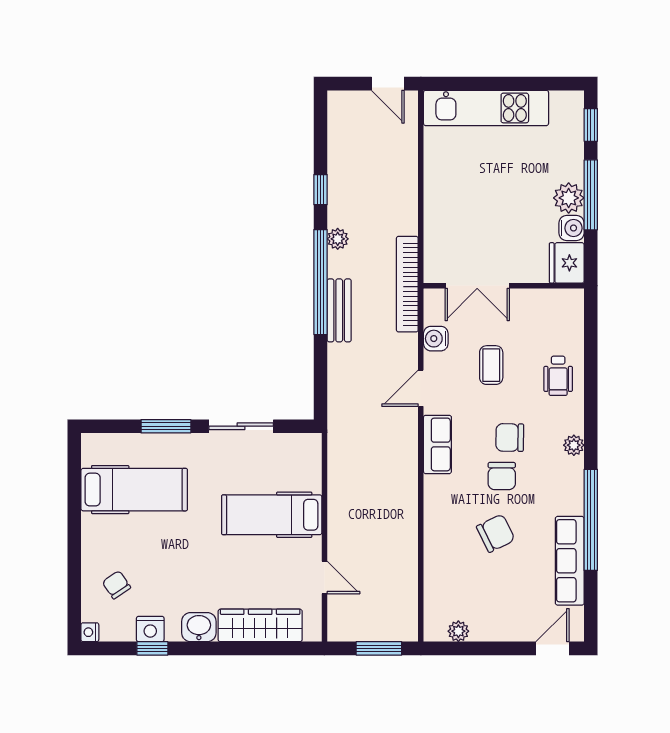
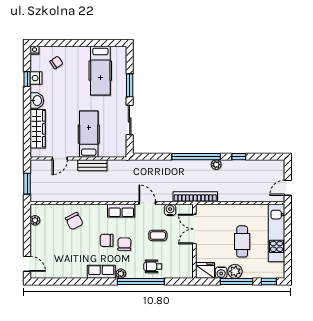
cafe table: (504, 183) -> (242, 241), added
bench: (339, 310) -> (92, 165), moved
window: (591, 520) -> (141, 281), moved
chair: (496, 533) -> (74, 221), moved
row of seats: (570, 561) -> (101, 272), moved, width x0.68

